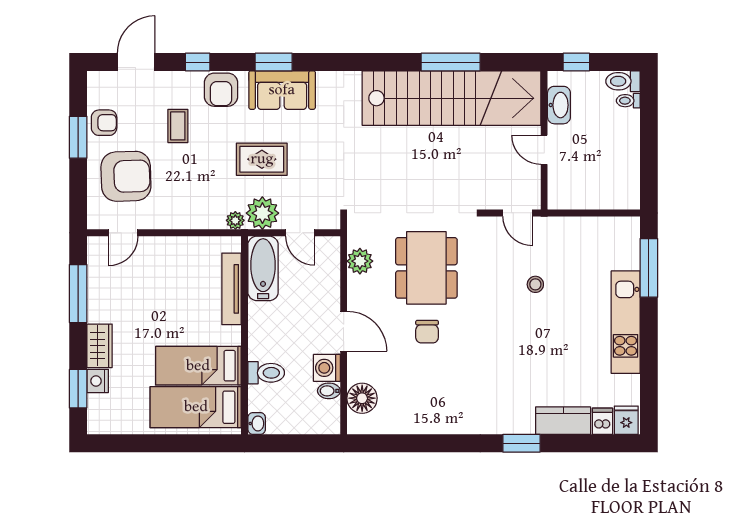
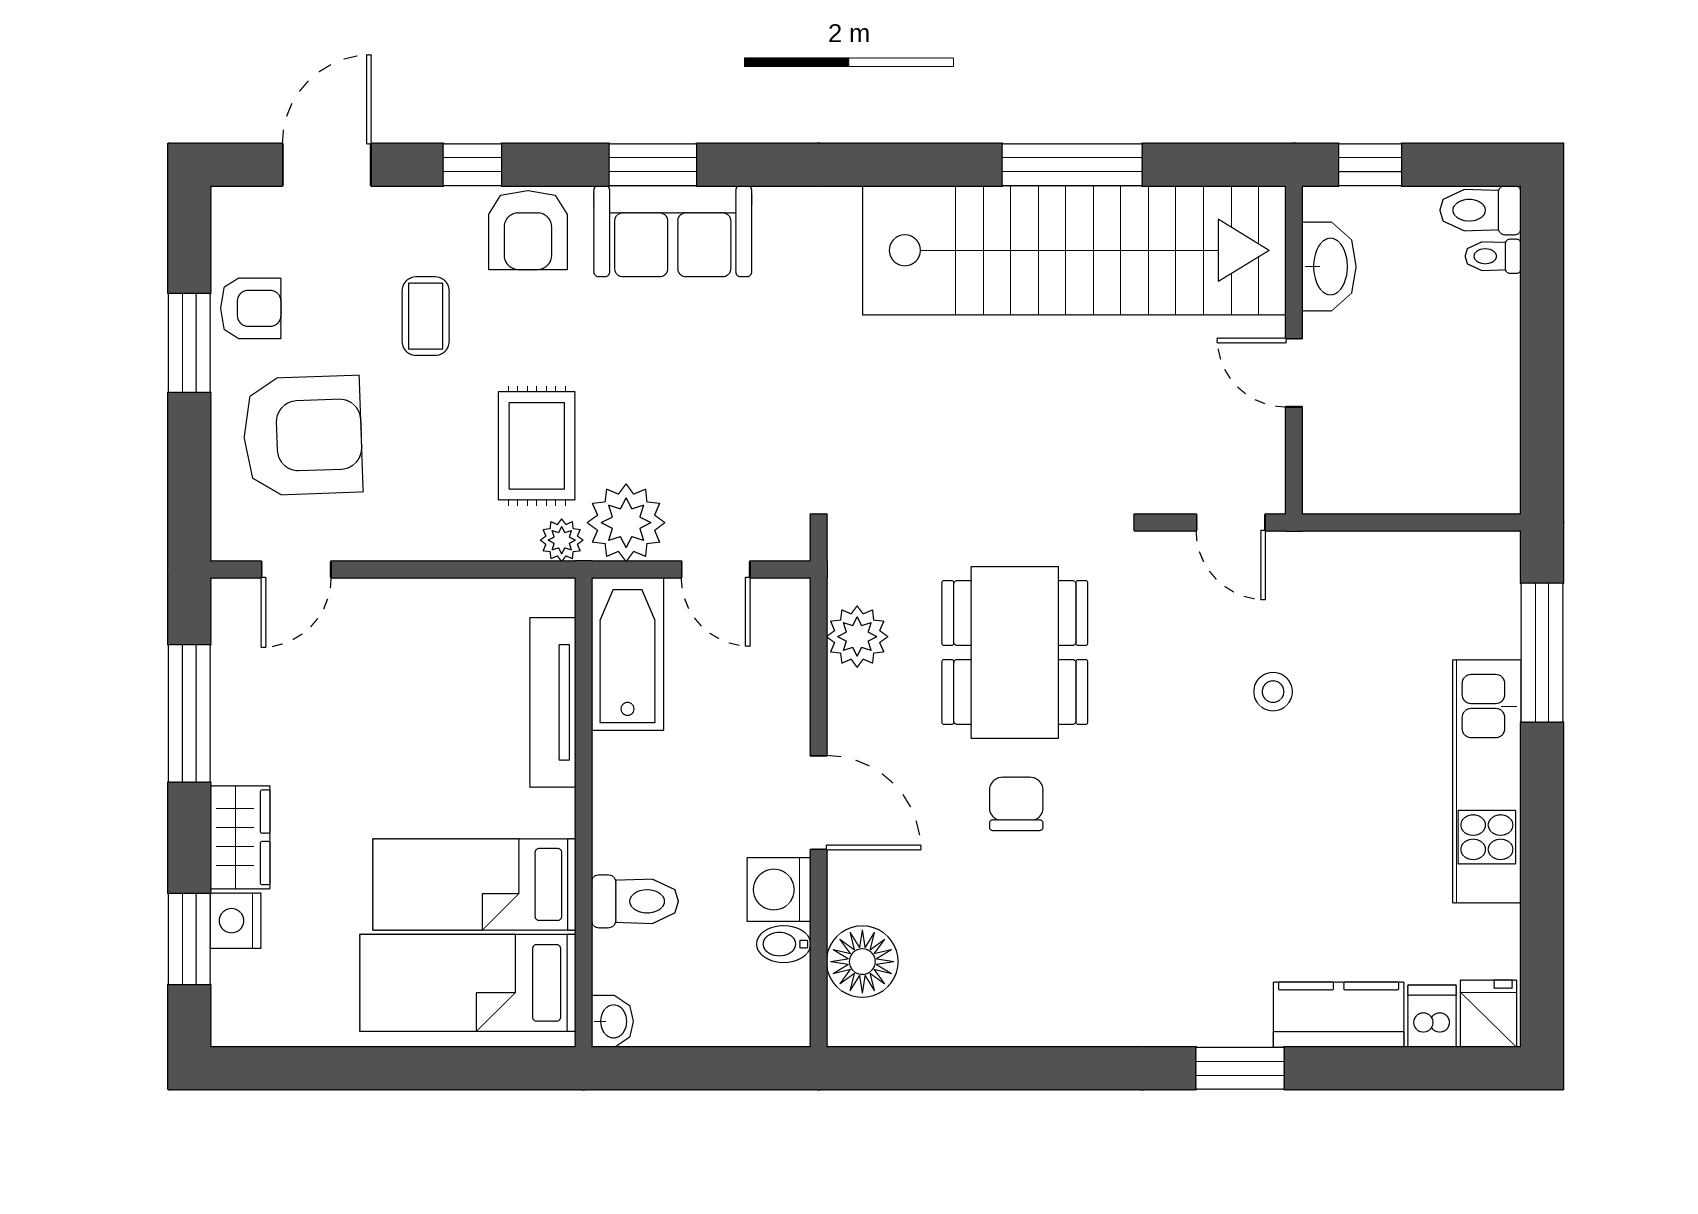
rug: (262, 159) -> (537, 446), moved, turned 90
chair: (427, 332) -> (1016, 804), turned 180

